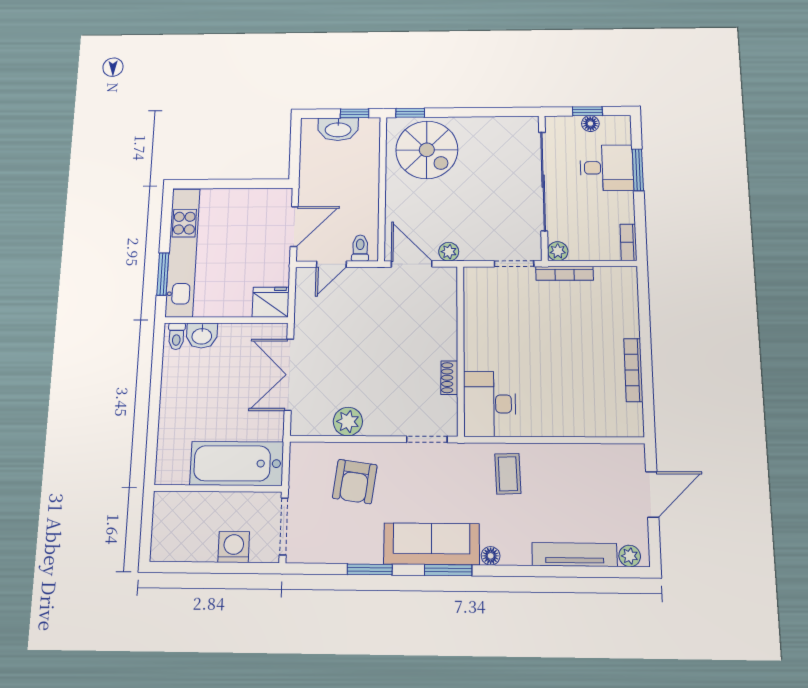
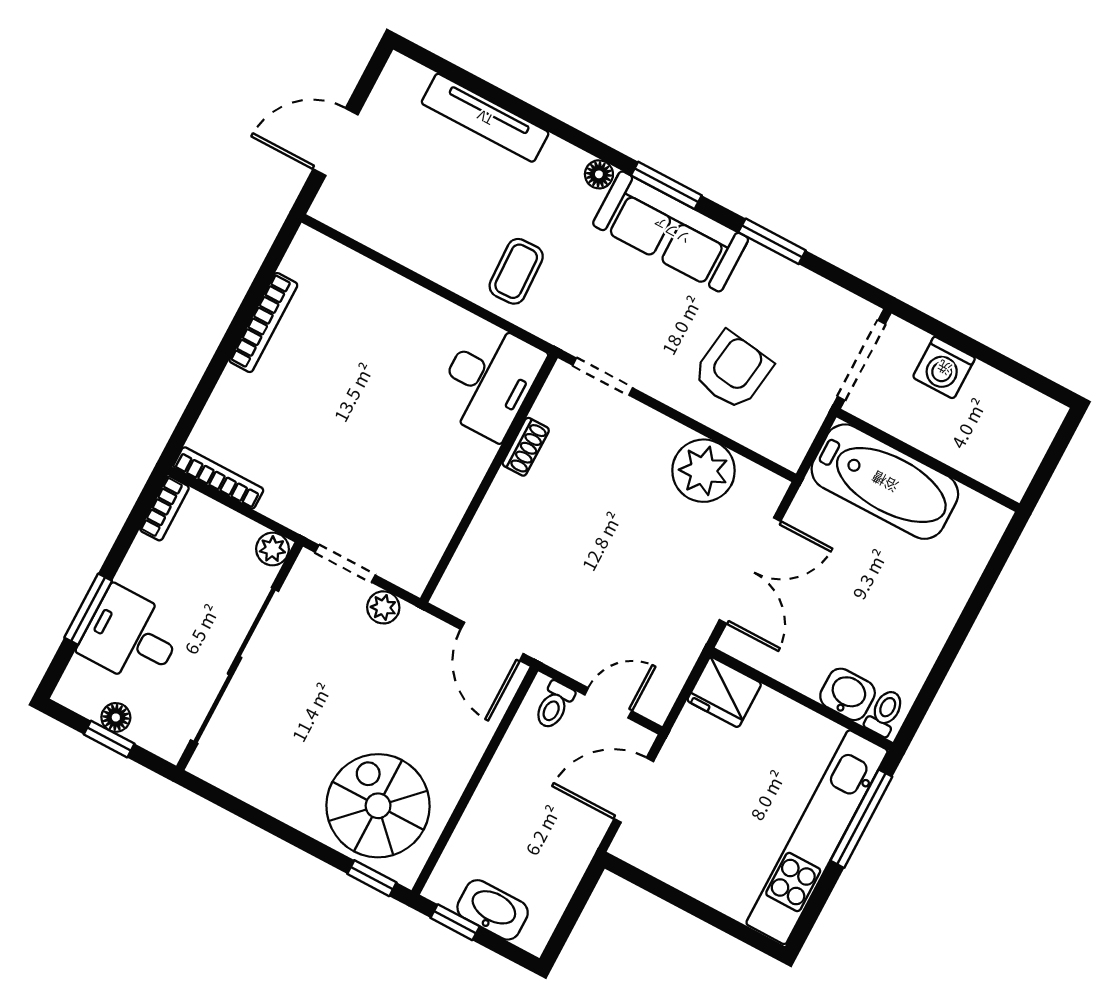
plant: (449, 252) -> (383, 607), moved
bookcase: (564, 273) -> (218, 478), moved
window: (163, 274) -> (861, 819), width x1.44
plant: (348, 421) -> (703, 471), width x1.36, depth x1.36
plant: (630, 556) -> (412, 78), removed

